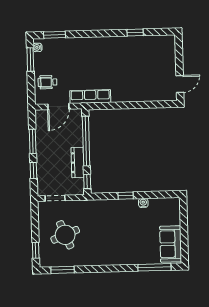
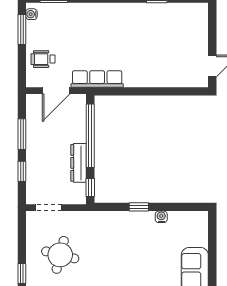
round table: (65, 235) -> (60, 255), turned 36

